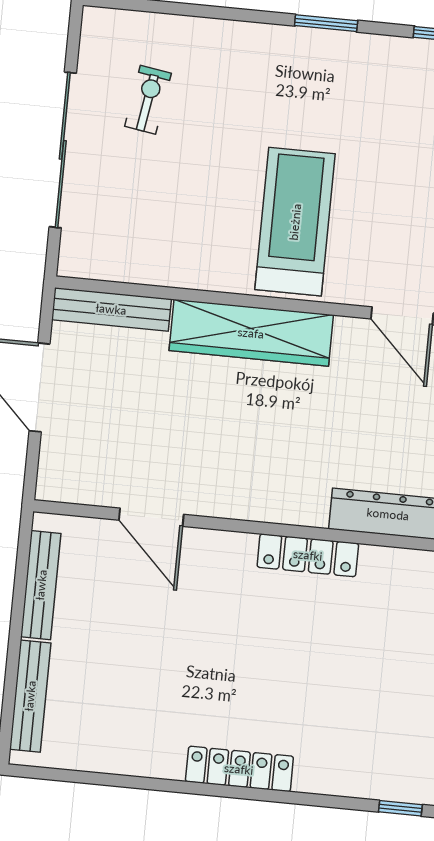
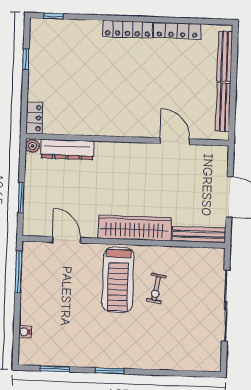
exercise bike: (148, 100) -> (156, 288), moved
locker: (308, 555) -> (177, 31), moved, turned 180

